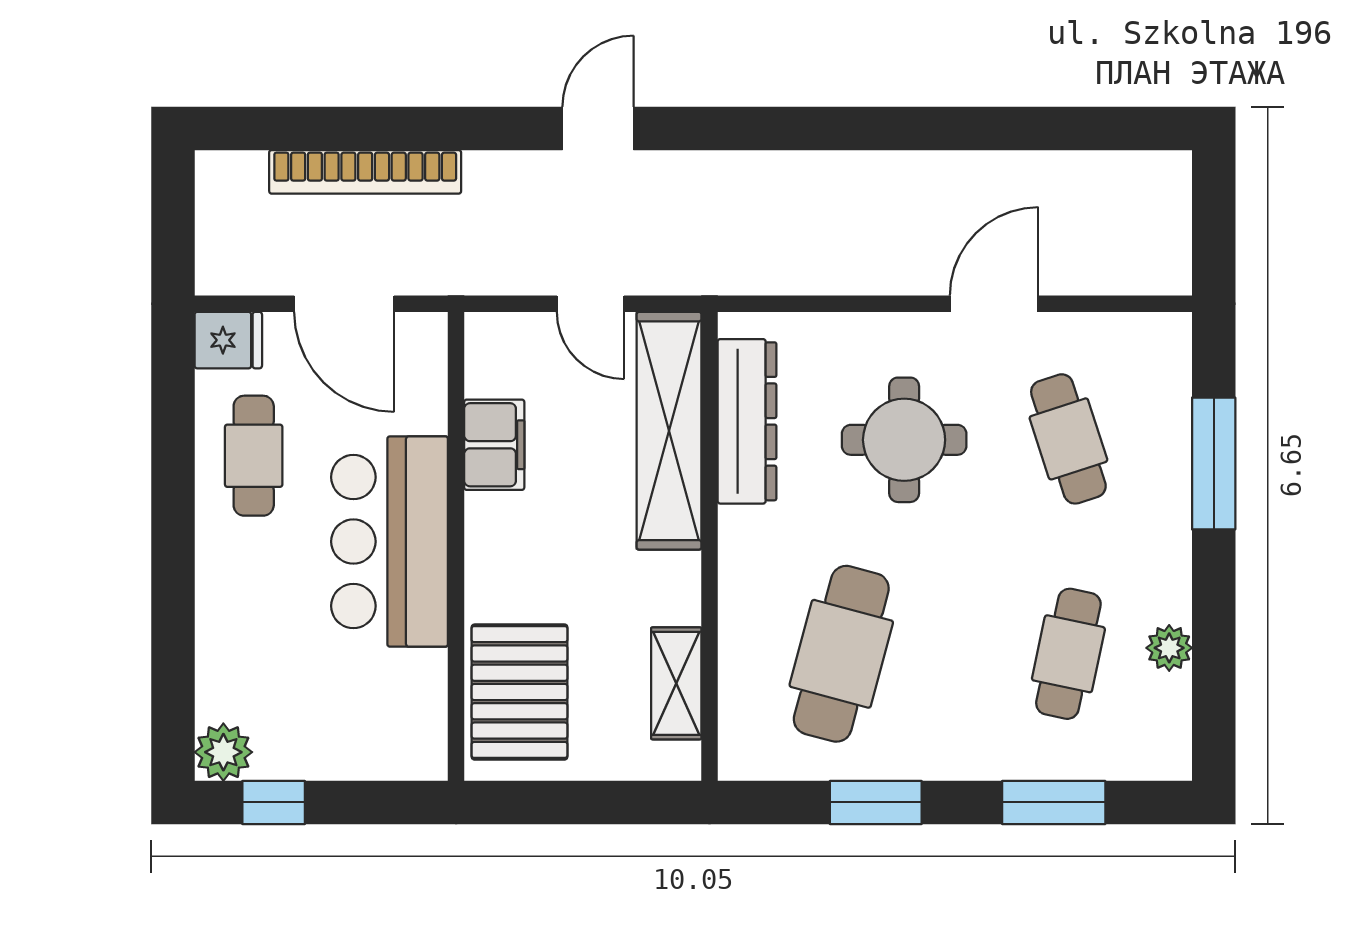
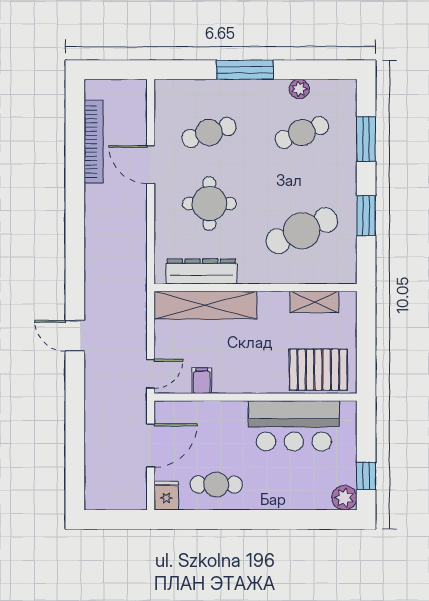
bookcase: (365, 172) -> (94, 142), moved
door: (590, 304) -> (151, 374), moved
filing cabinet: (494, 445) -> (202, 381), width x0.50
window: (1214, 463) -> (245, 70), moved
bar counter: (390, 542) -> (294, 426), moved
cafe table: (841, 654) -> (302, 231), turned -39
cafe table: (1068, 654) -> (302, 132), turned -33

